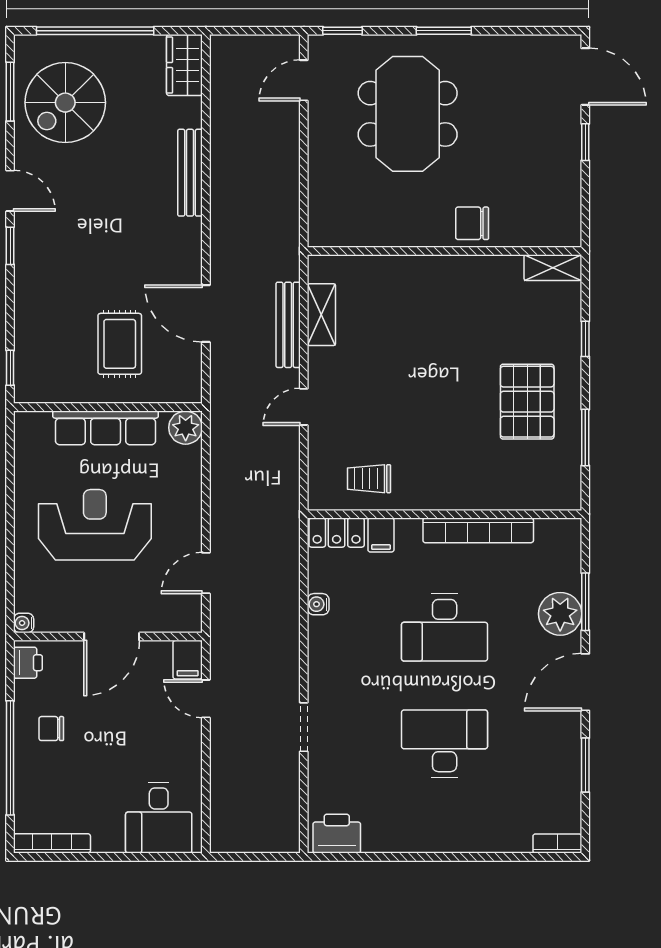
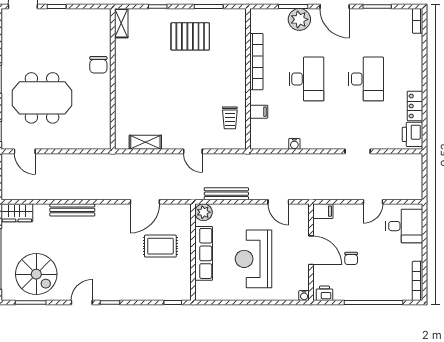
bench: (288, 325) -> (226, 194), moved
locker: (337, 533) -> (415, 106), moved, turned 180
door: (206, 699) -> (373, 202), moved
chair: (51, 729) -> (351, 258), moved
desk: (445, 744) -> (366, 79), turned 180

